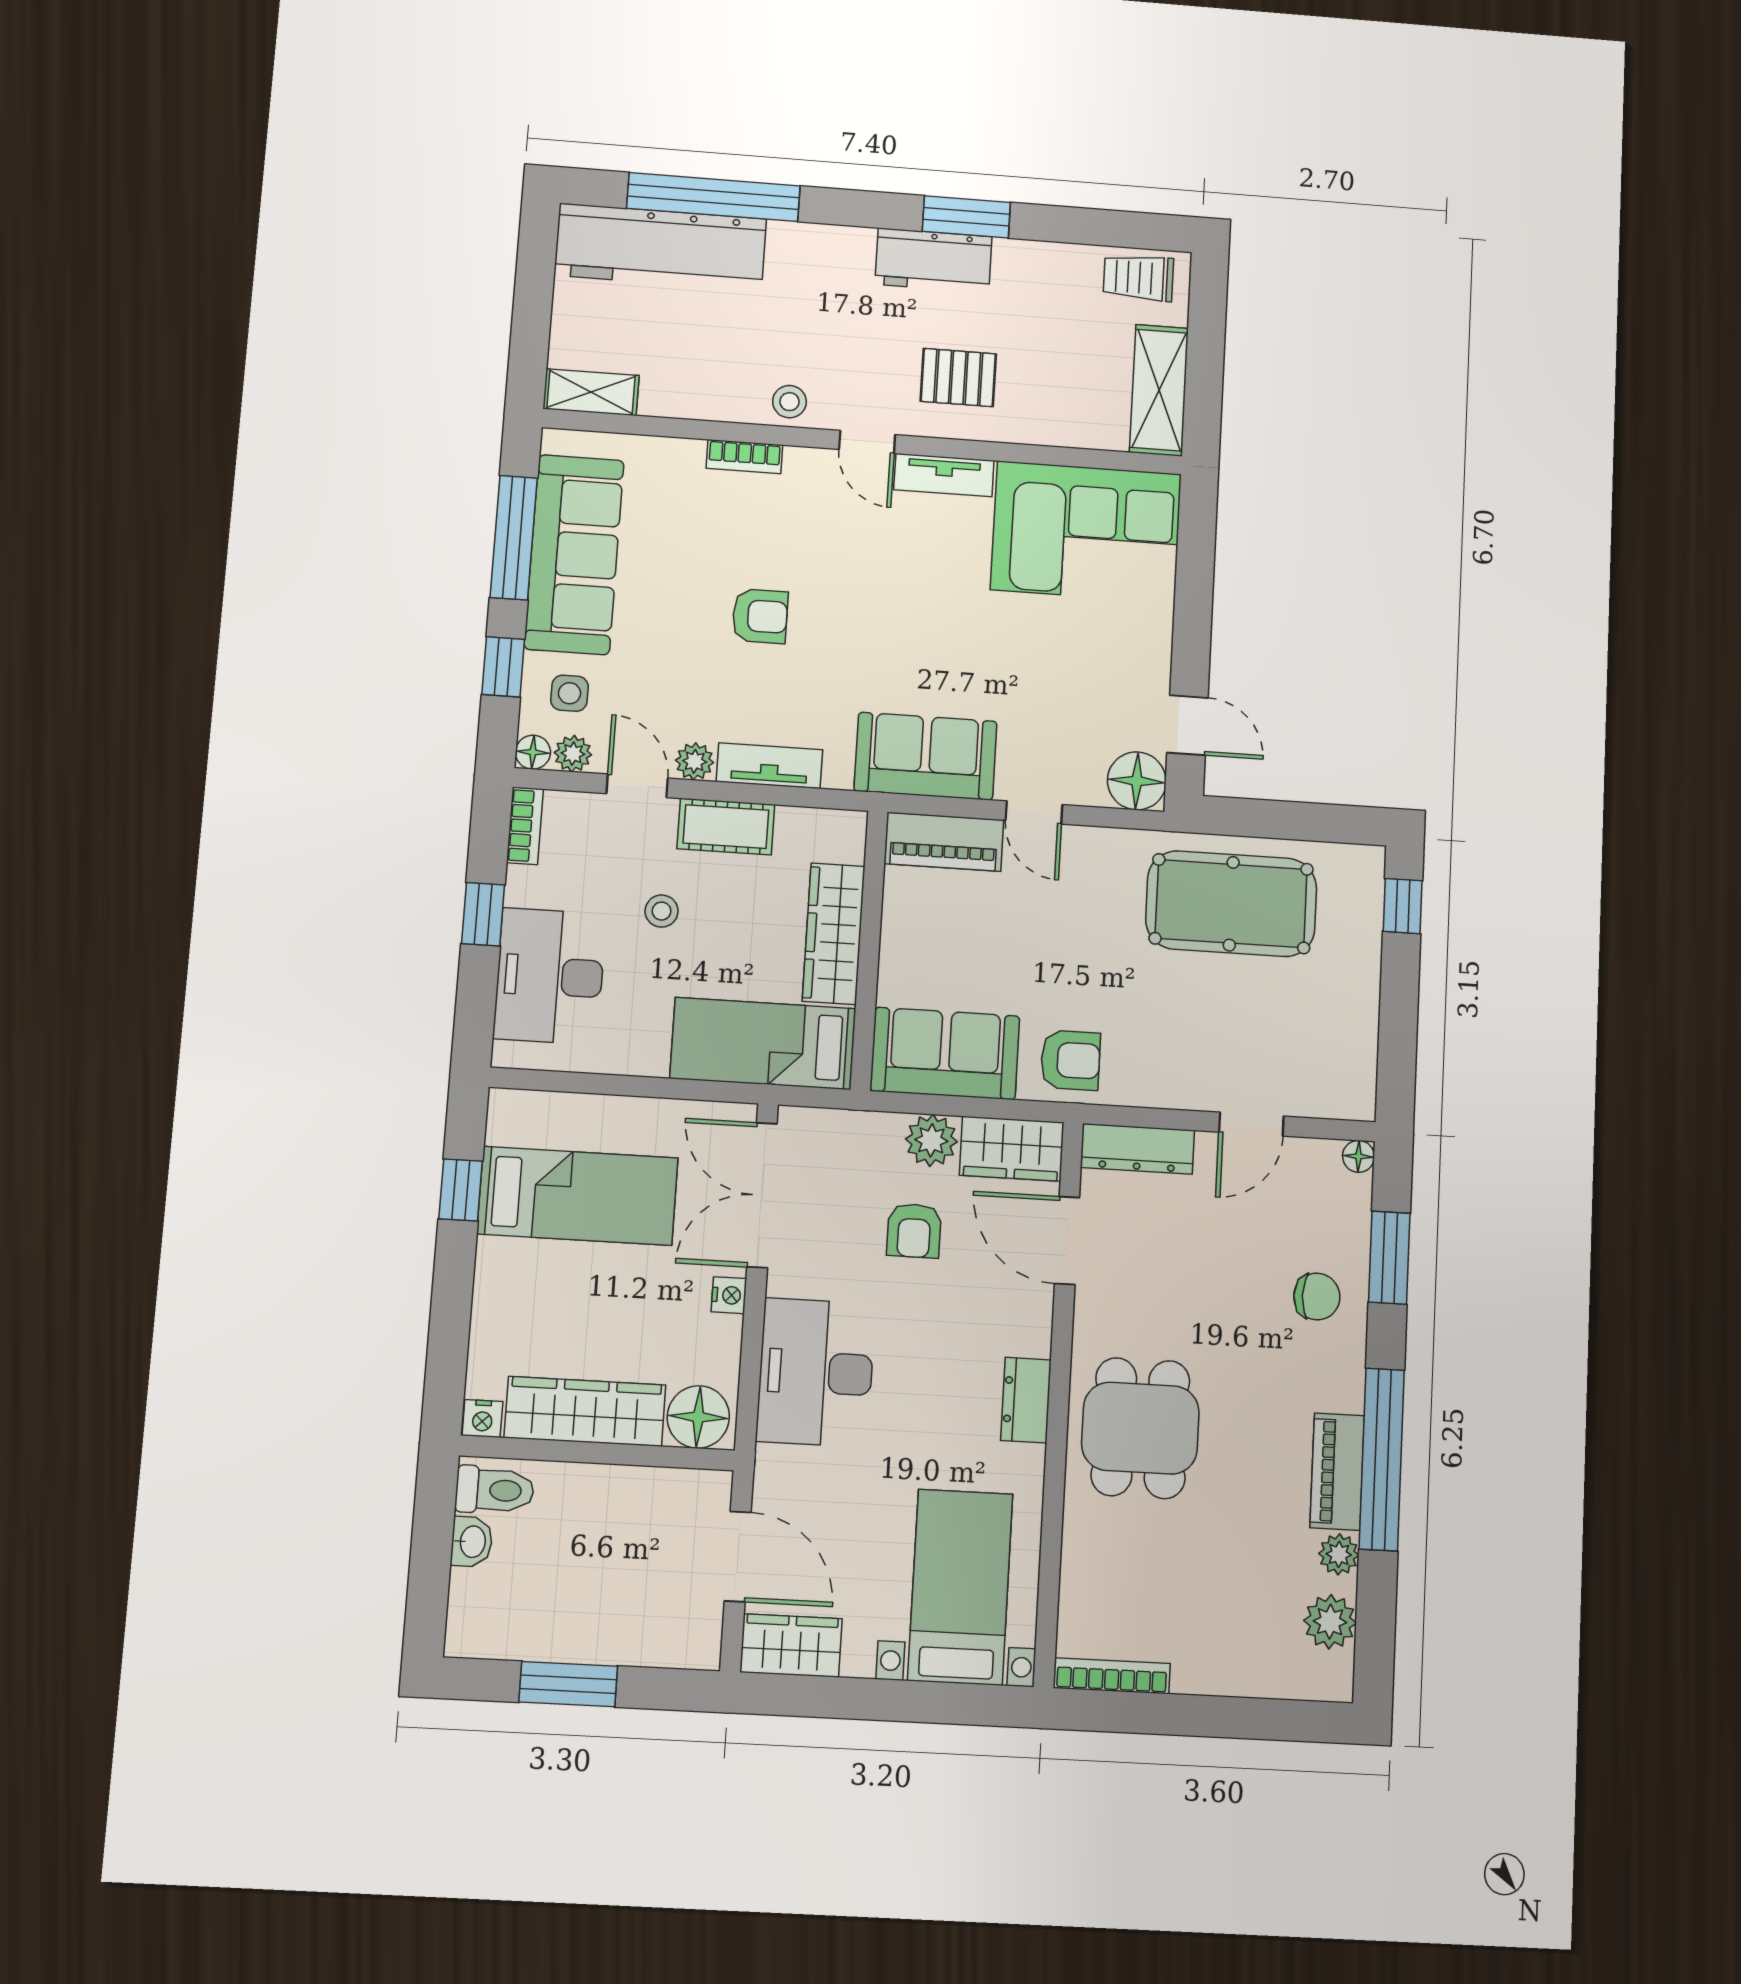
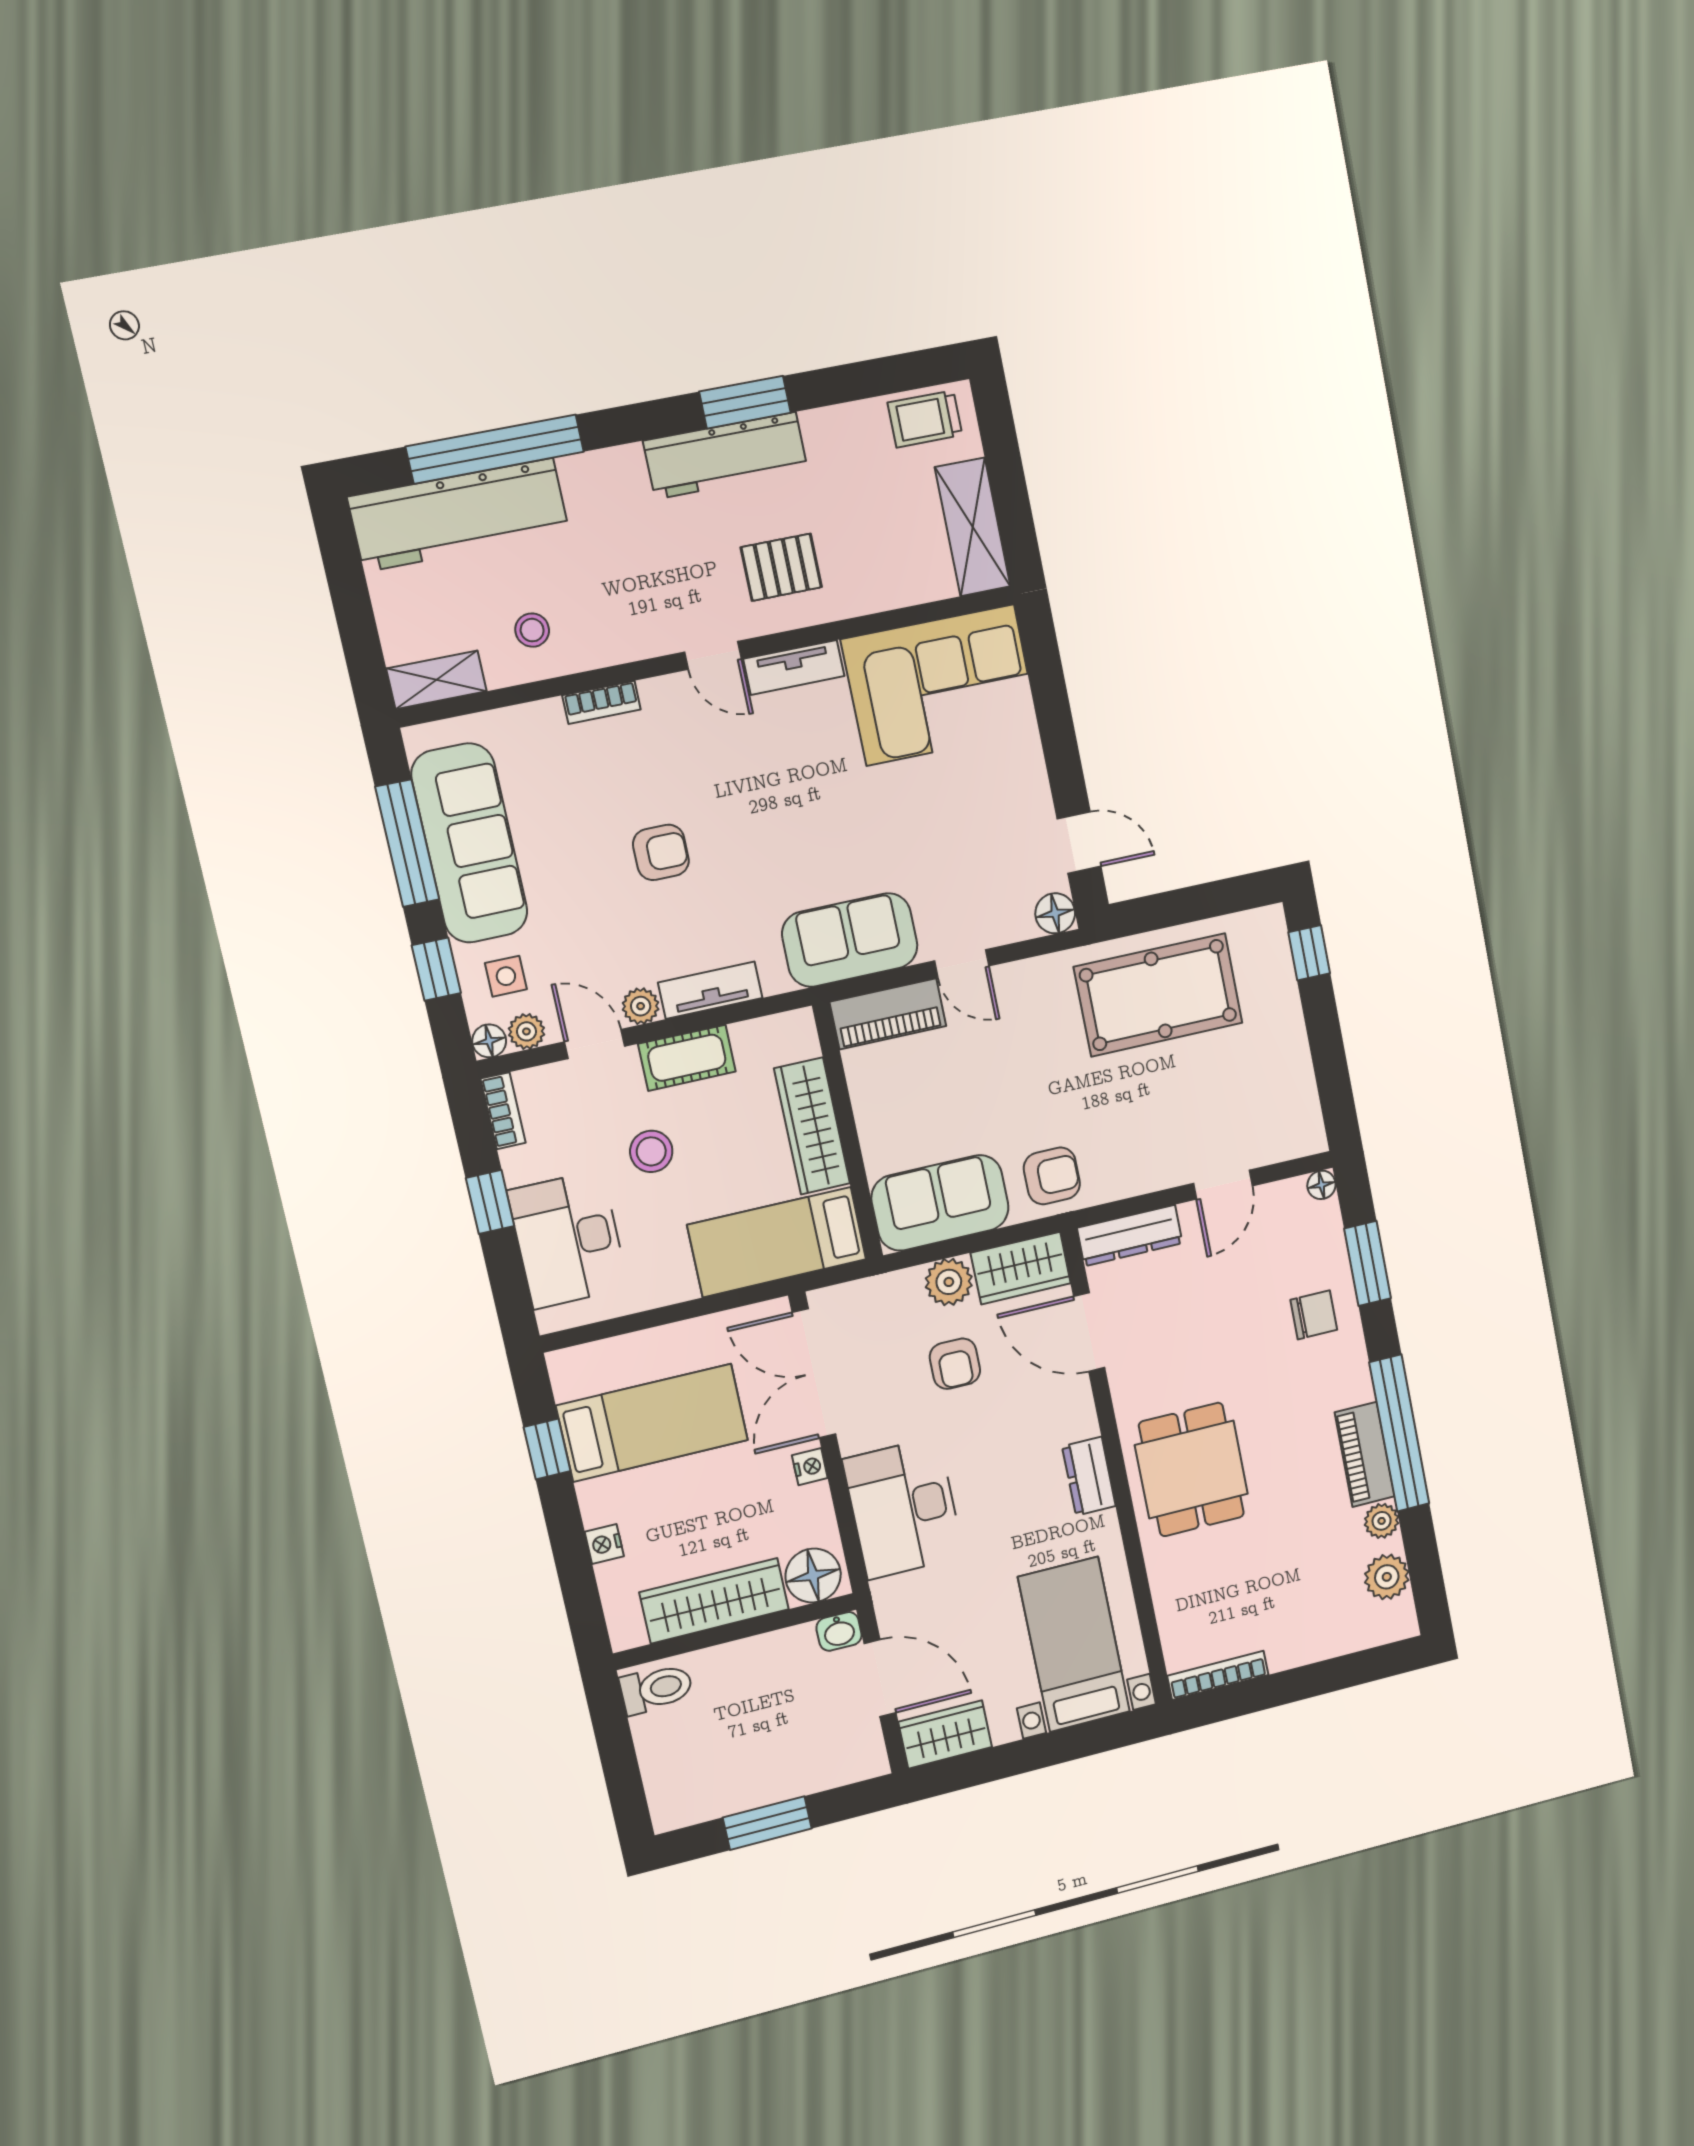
workbench: (934, 260) -> (726, 456), width x1.38
stool: (789, 402) -> (532, 630), moved
floor lamp: (1137, 781) -> (1055, 913), width x0.73, depth x0.73
stool: (662, 911) -> (651, 1151), width x1.37, depth x1.37
nightstand: (482, 1418) -> (604, 1544), moved, turned 90
washbasin: (472, 1542) -> (839, 1631), moved, turned 90

